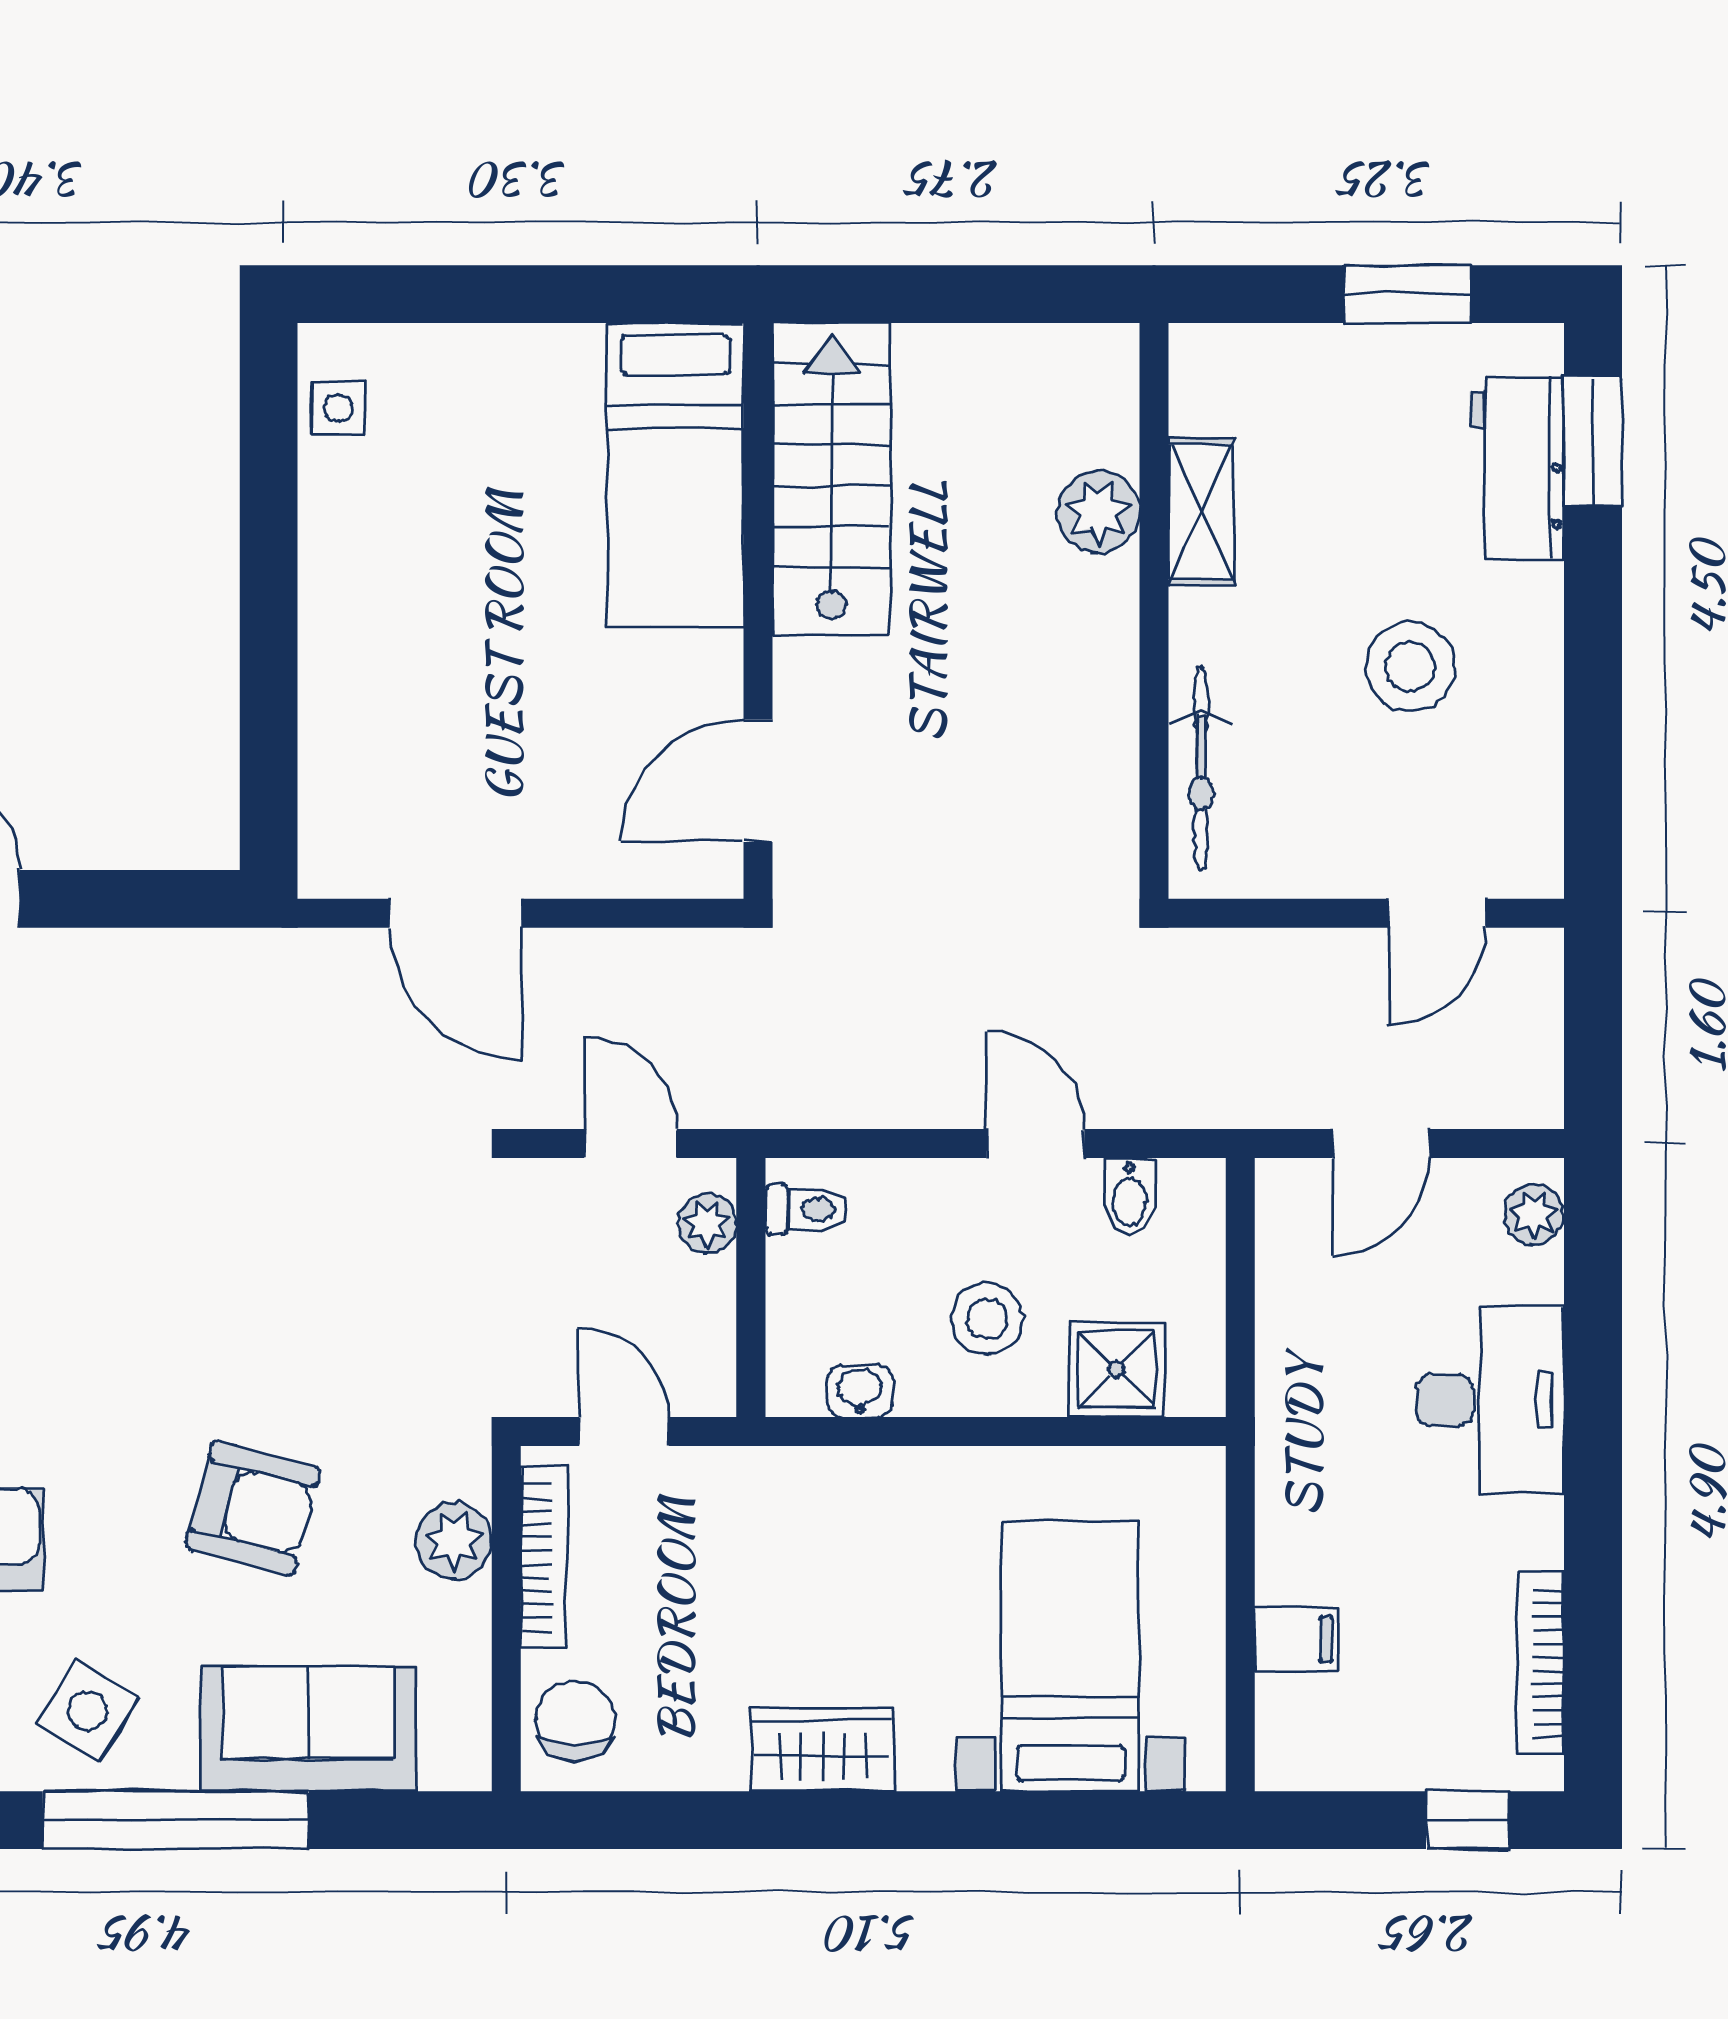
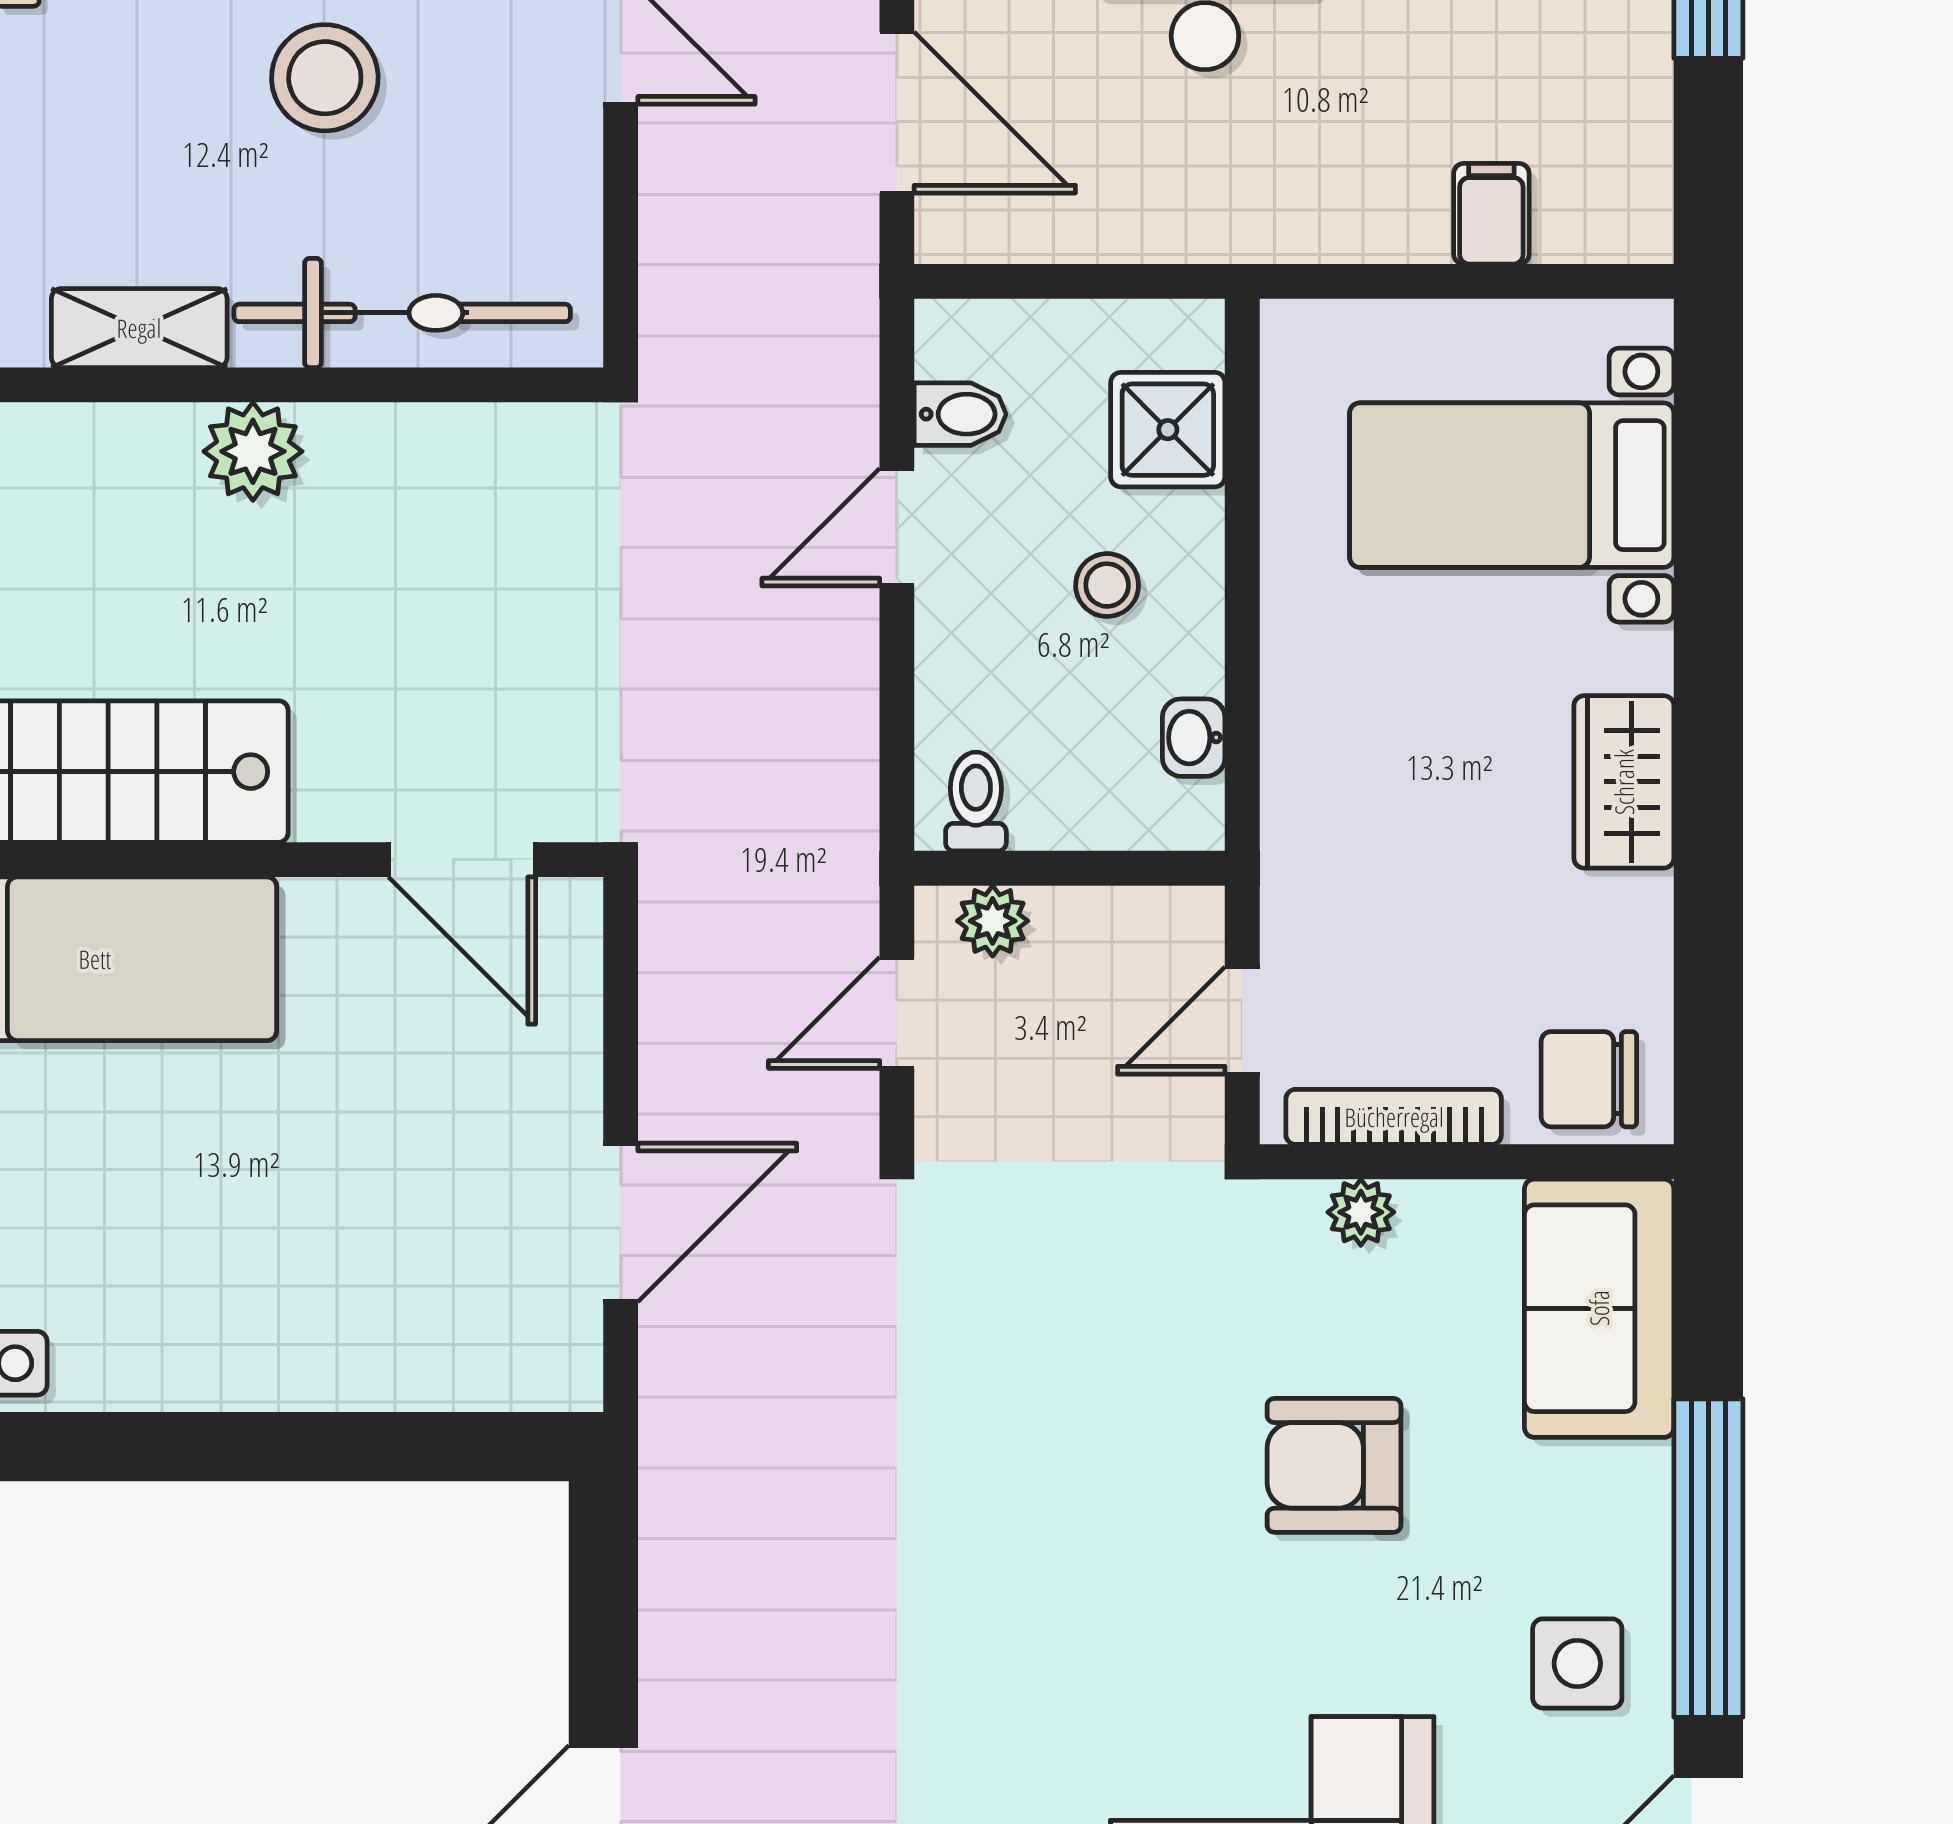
plant: (1099, 512) -> (253, 451), moved
bicycle: (1201, 769) -> (402, 313), width x1.37, depth x1.40
door: (1381, 1144) -> (897, 112), width x1.38
stool: (987, 1319) -> (1107, 585), width x0.73, depth x0.73
armchair: (253, 1508) -> (1334, 1465), turned -105
plant: (454, 1541) -> (1361, 1212), width x0.73, depth x0.73
side table: (88, 1711) -> (1577, 1663), turned -31
sofa: (308, 1729) -> (1599, 1308), moved

